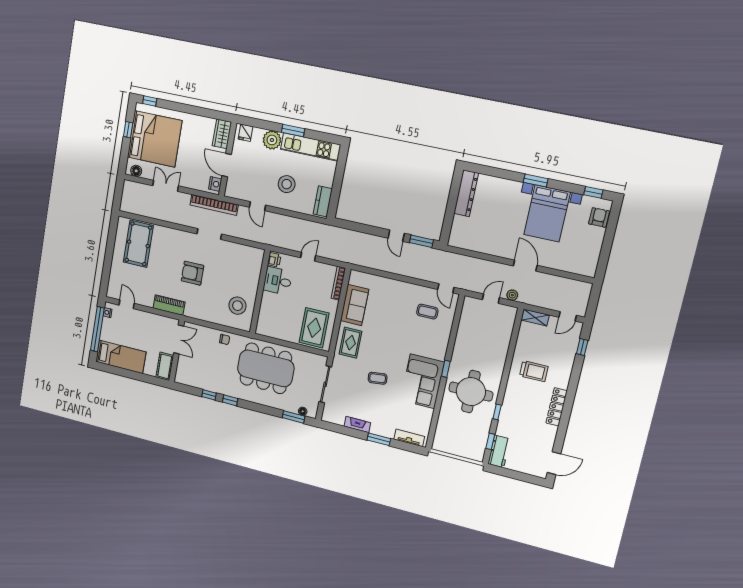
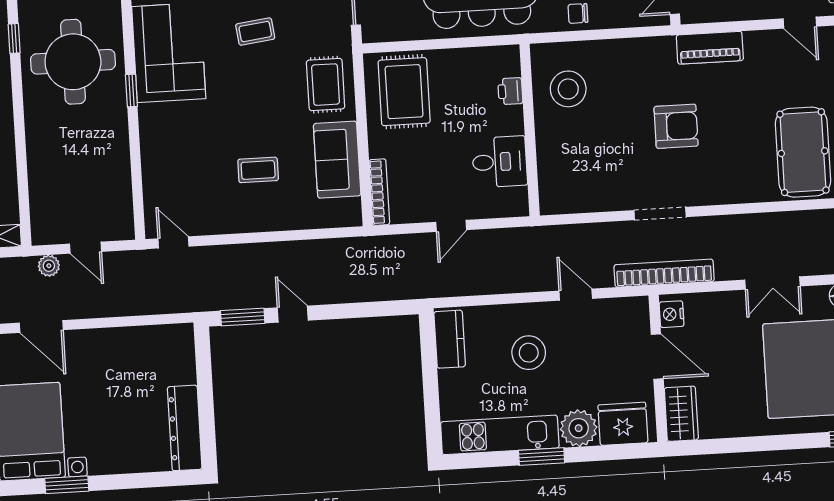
fridge: (245, 133) -> (623, 424), width x1.88, depth x1.34
printer: (274, 260) -> (510, 91), moved
door: (491, 299) -> (86, 248), hinge flipped
coffee table: (427, 312) -> (258, 170), moved

